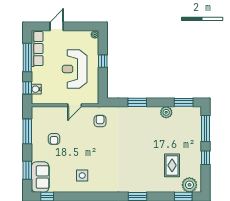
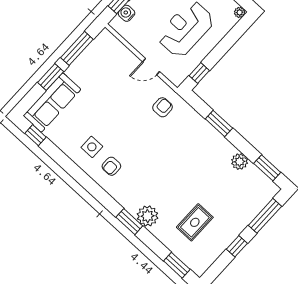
window: (103, 61) -> (199, 73), moved
armchair: (54, 139) -> (111, 166), moved
window: (27, 170) -> (51, 77), moved
sofa: (40, 177) -> (52, 103), width x1.36
plant: (189, 185) -> (148, 216), moved

